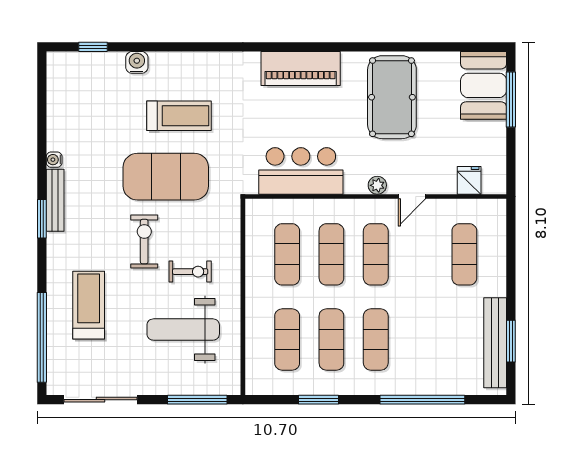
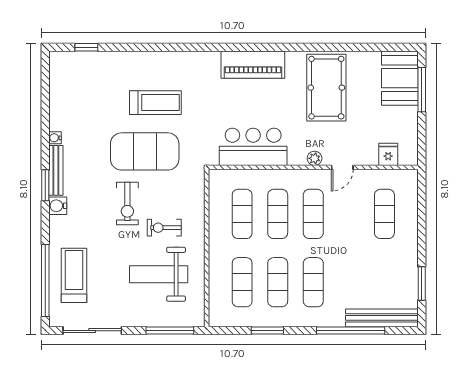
water cooler: (137, 62) -> (58, 206), moved, turned -90
exercise bike: (144, 242) -> (127, 204), turned 180
exercise bike: (190, 272) -> (164, 228), turned 180
treadmill: (89, 305) -> (74, 275), moved
bench: (495, 343) -> (382, 318), moved, turned 90

